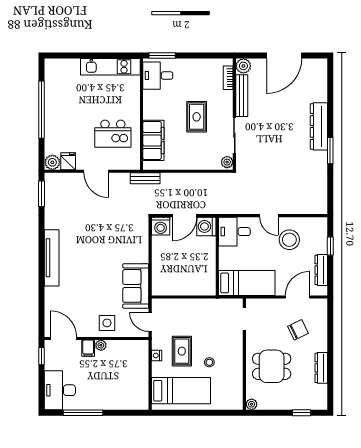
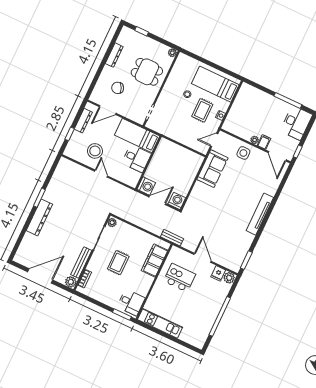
desk: (234, 232) -> (136, 158), moved
door: (150, 322) -> (214, 140), swing flipped

